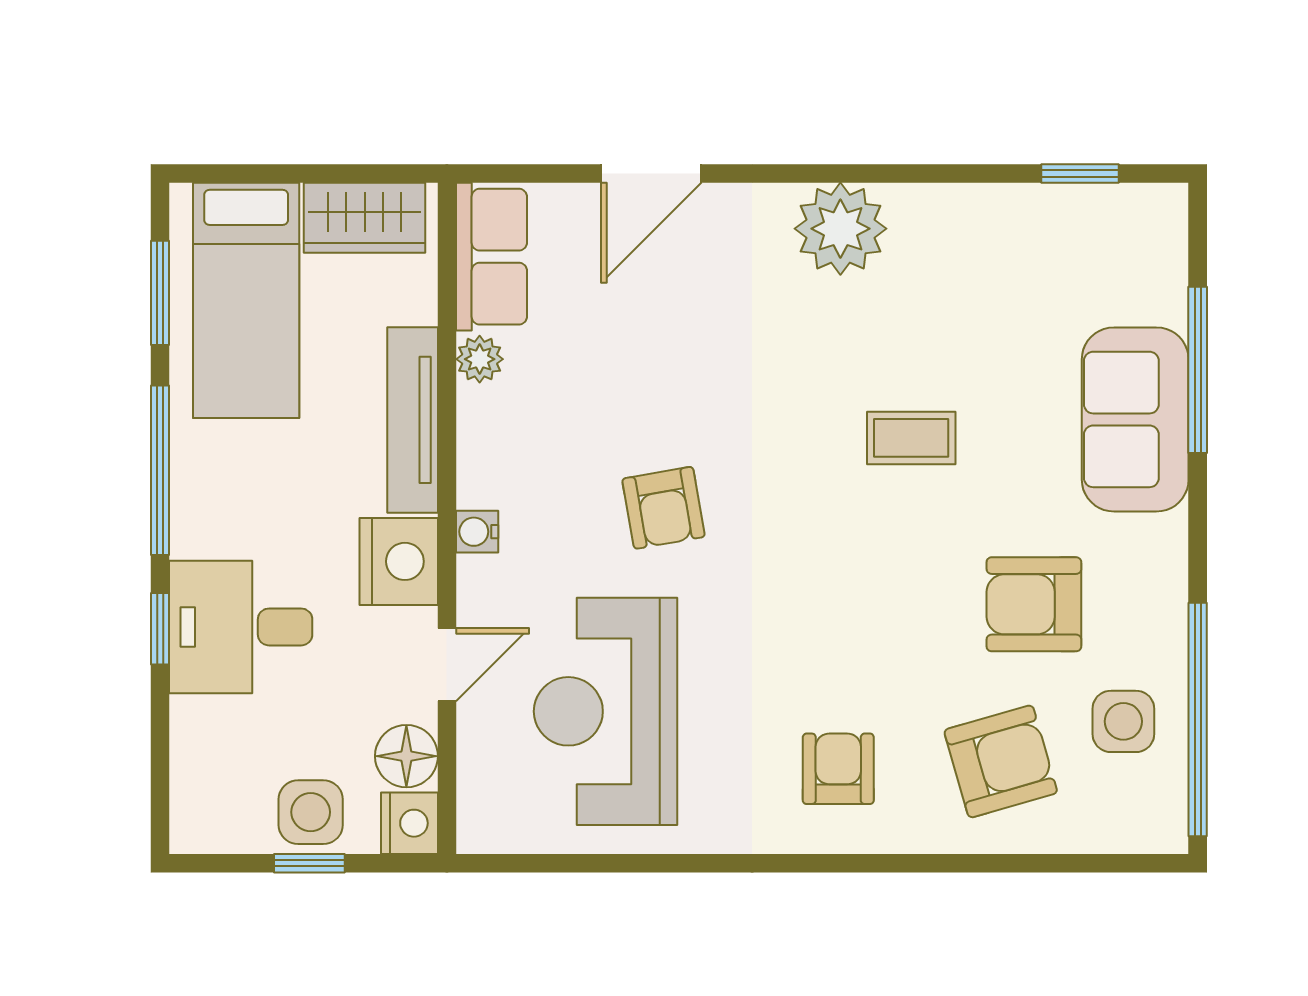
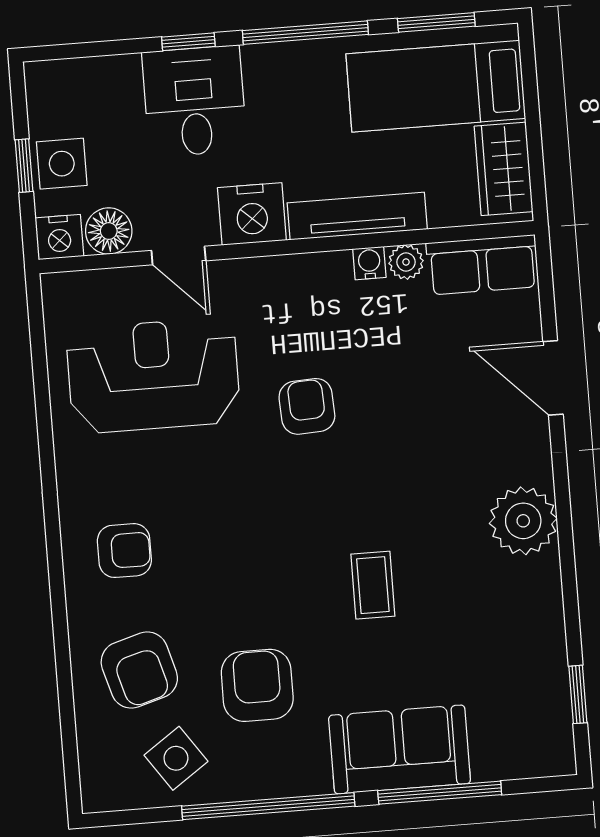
armchair: (664, 508) -> (307, 406), turned 97
water cooler: (477, 532) -> (369, 263), moved
window: (1198, 719) -> (268, 806), moved
side table: (1123, 721) -> (176, 758), turned -35

